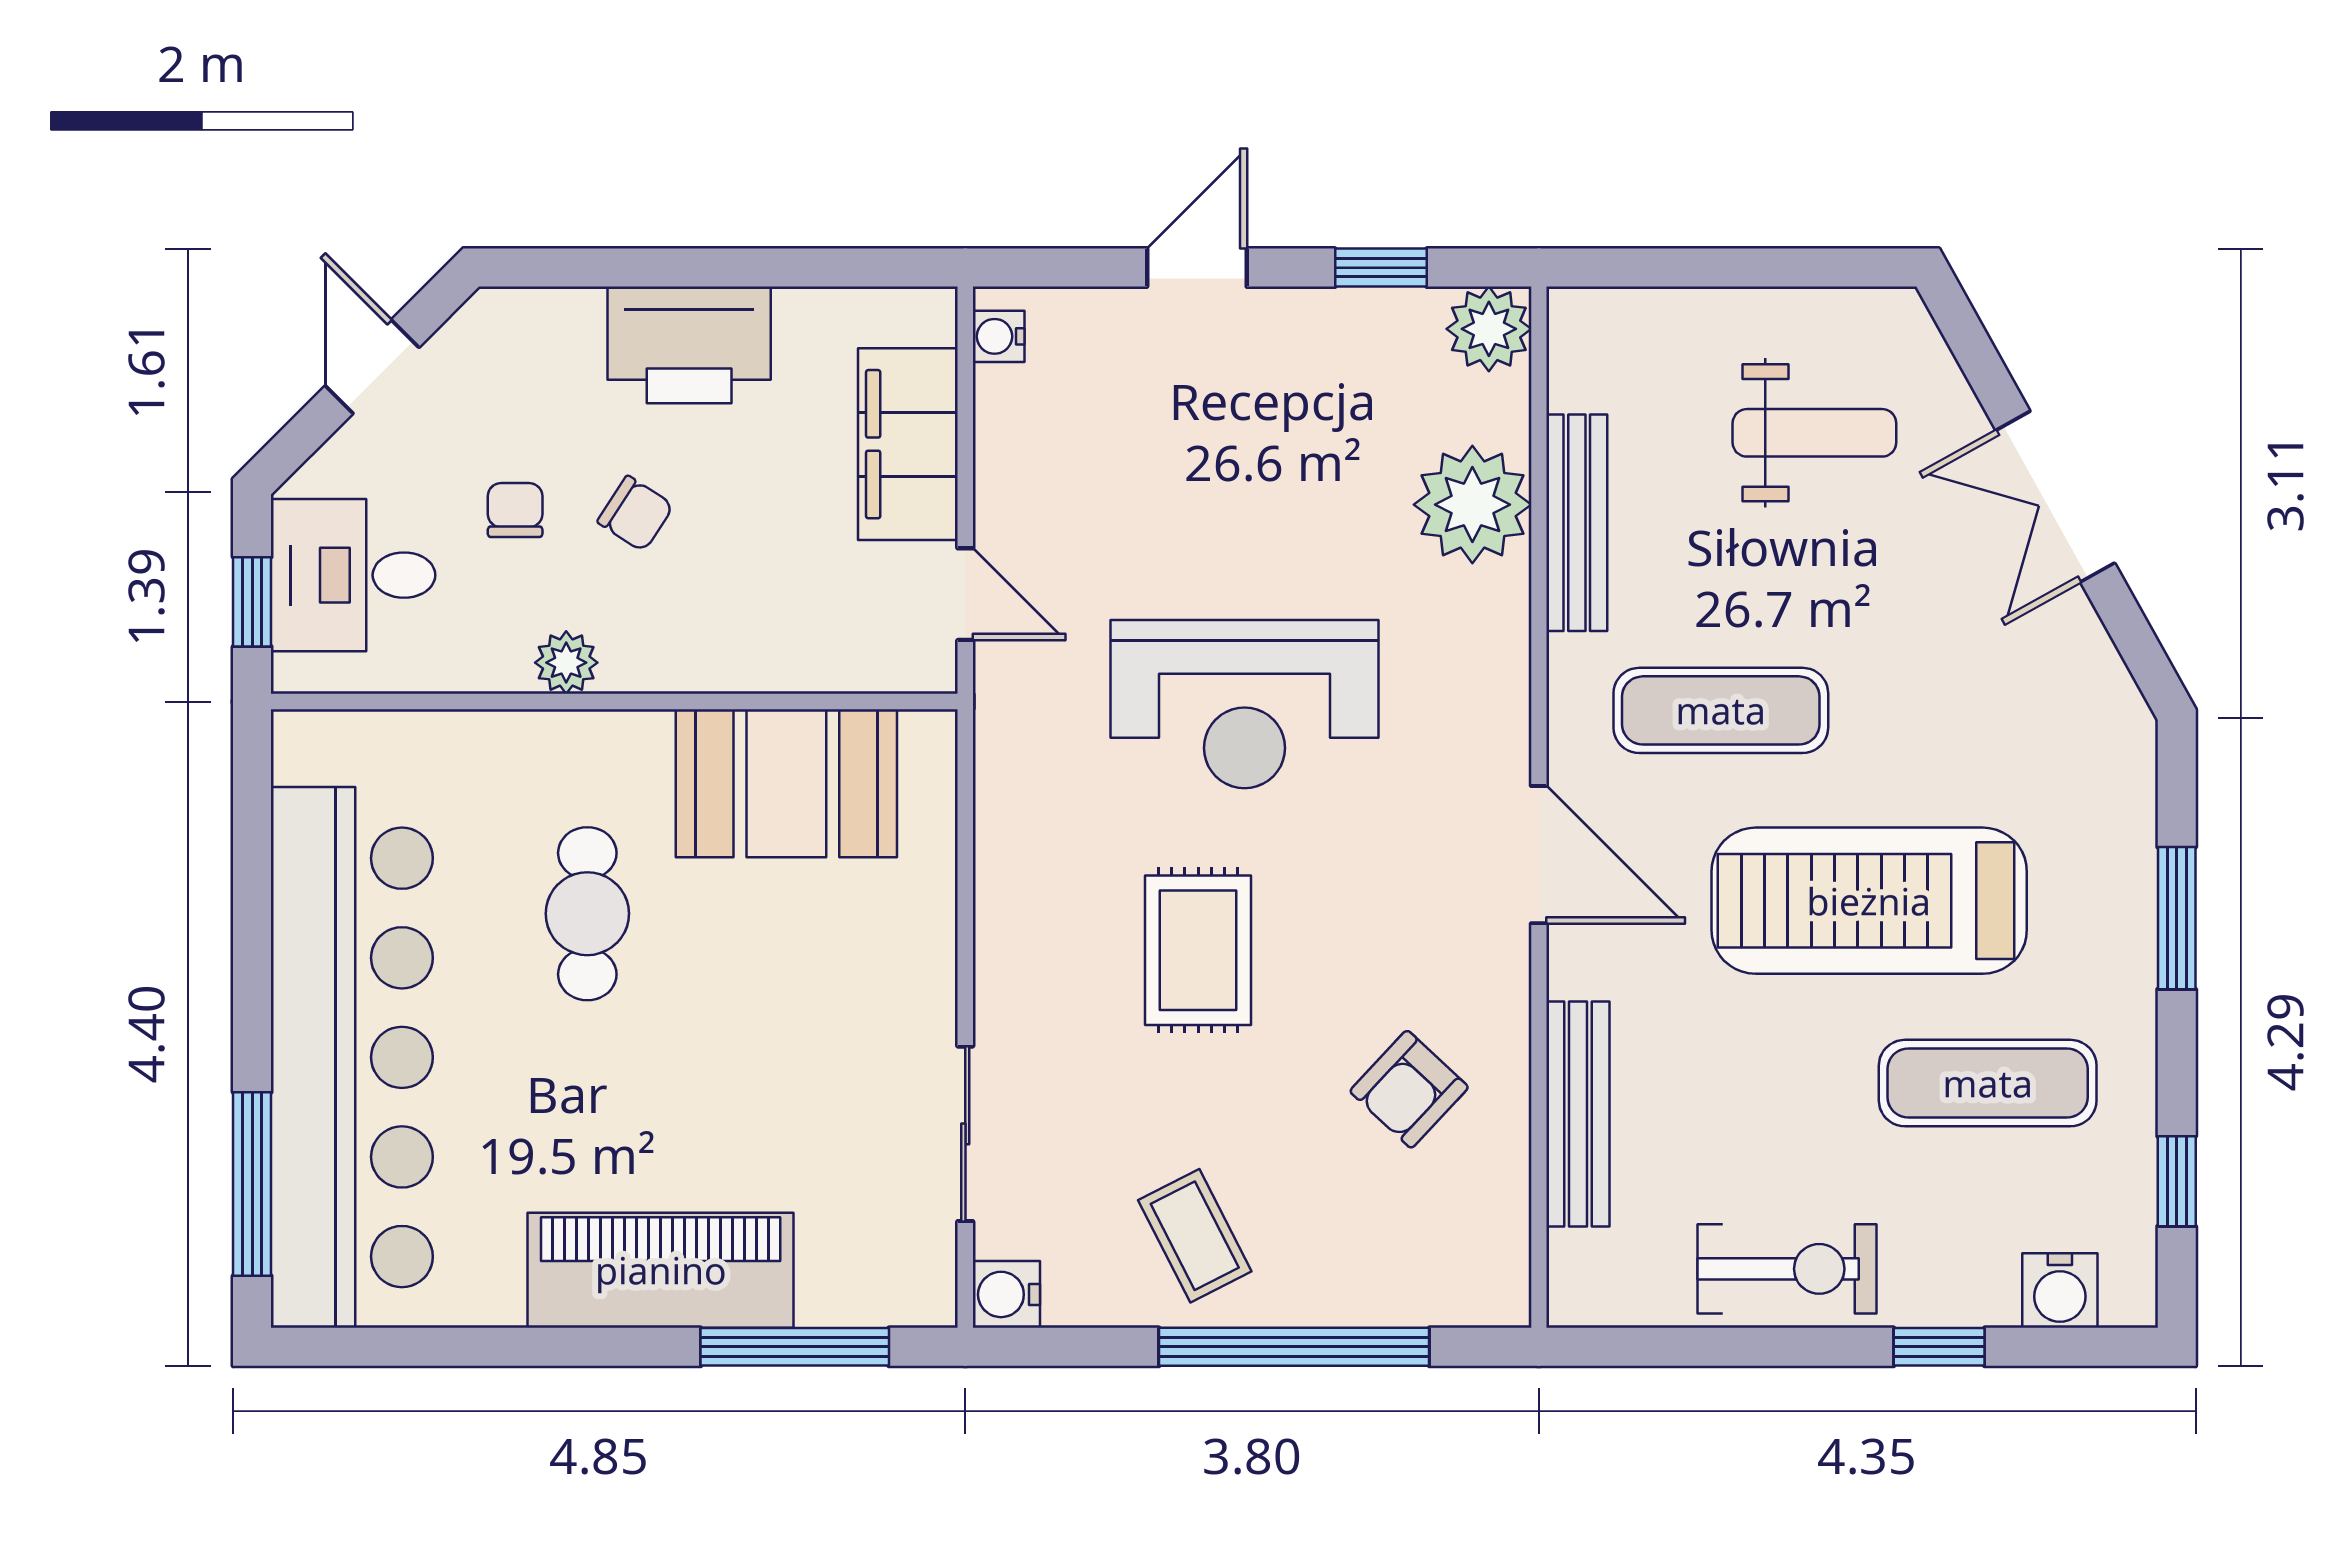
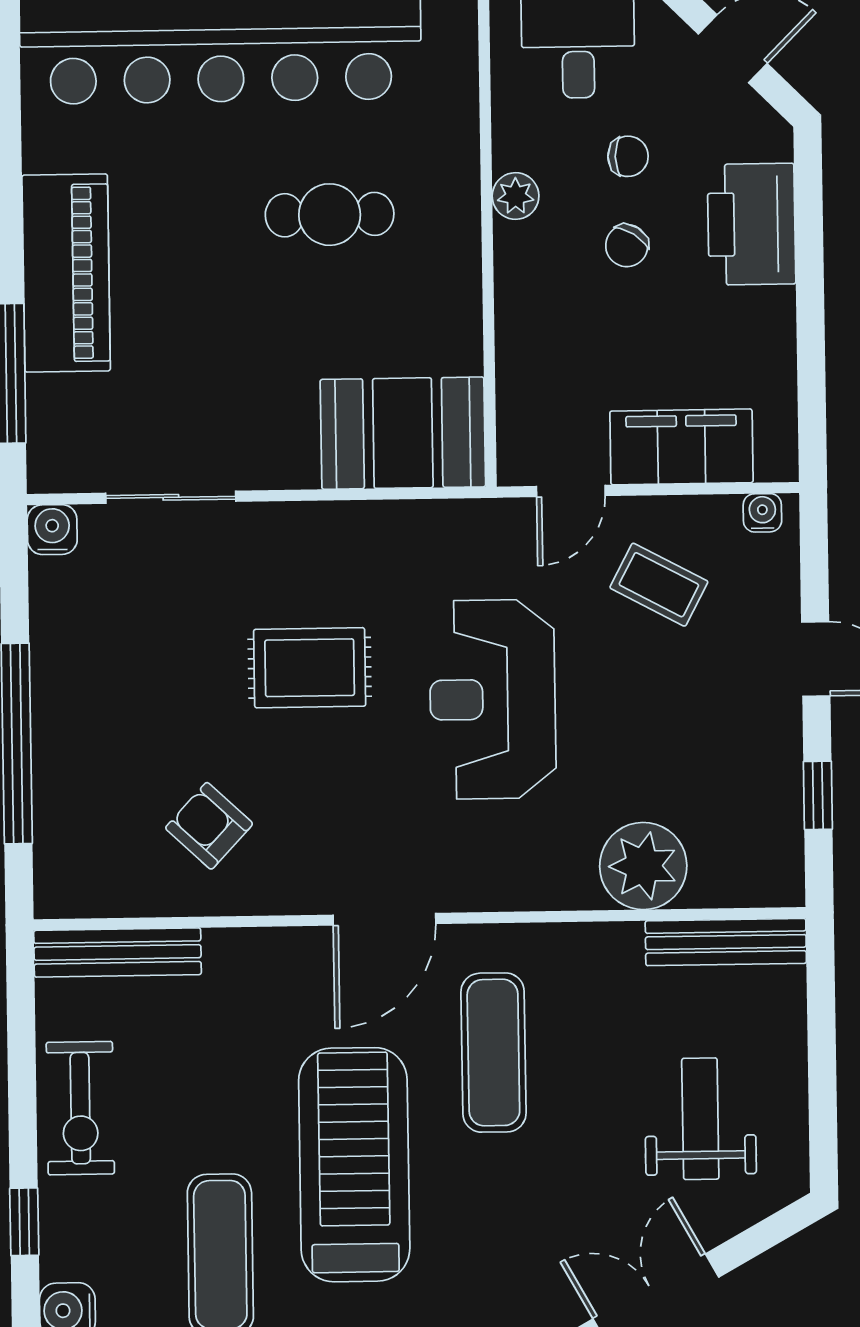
plant: (1489, 329) -> (774, 876), removed
printer: (689, 345) -> (752, 224), moved
weight bench: (1814, 433) -> (700, 1119), turned 180
bench: (1577, 523) -> (726, 942), moved
booth: (786, 783) -> (403, 433), moved, turned 90
bench: (1578, 1114) -> (117, 952), moved
coffee table: (1195, 1236) -> (659, 585), moved, turned 55

